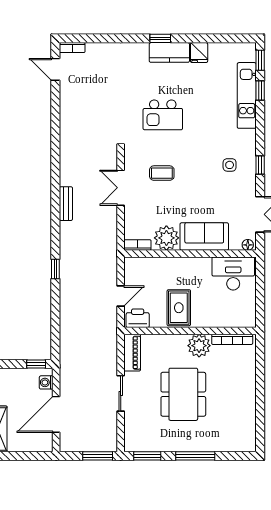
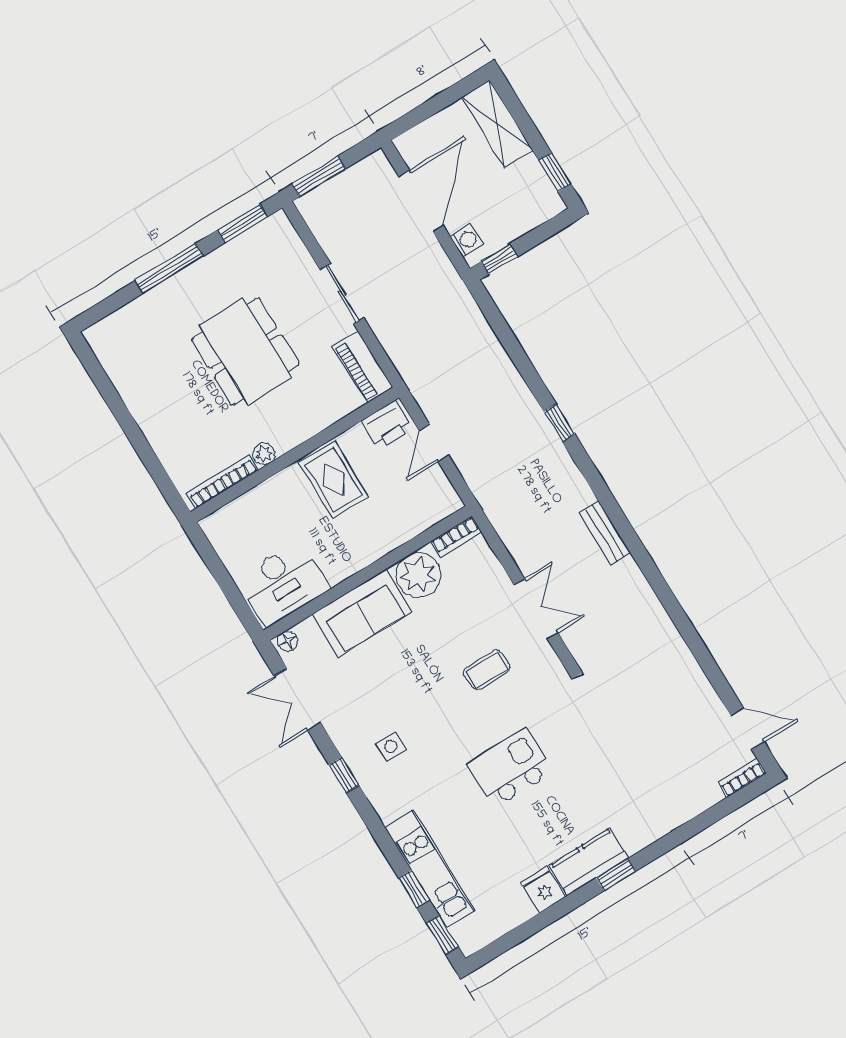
kitchen island: (163, 115) -> (510, 768), moved
plant: (199, 346) -> (264, 454), width x0.53, depth x0.53

